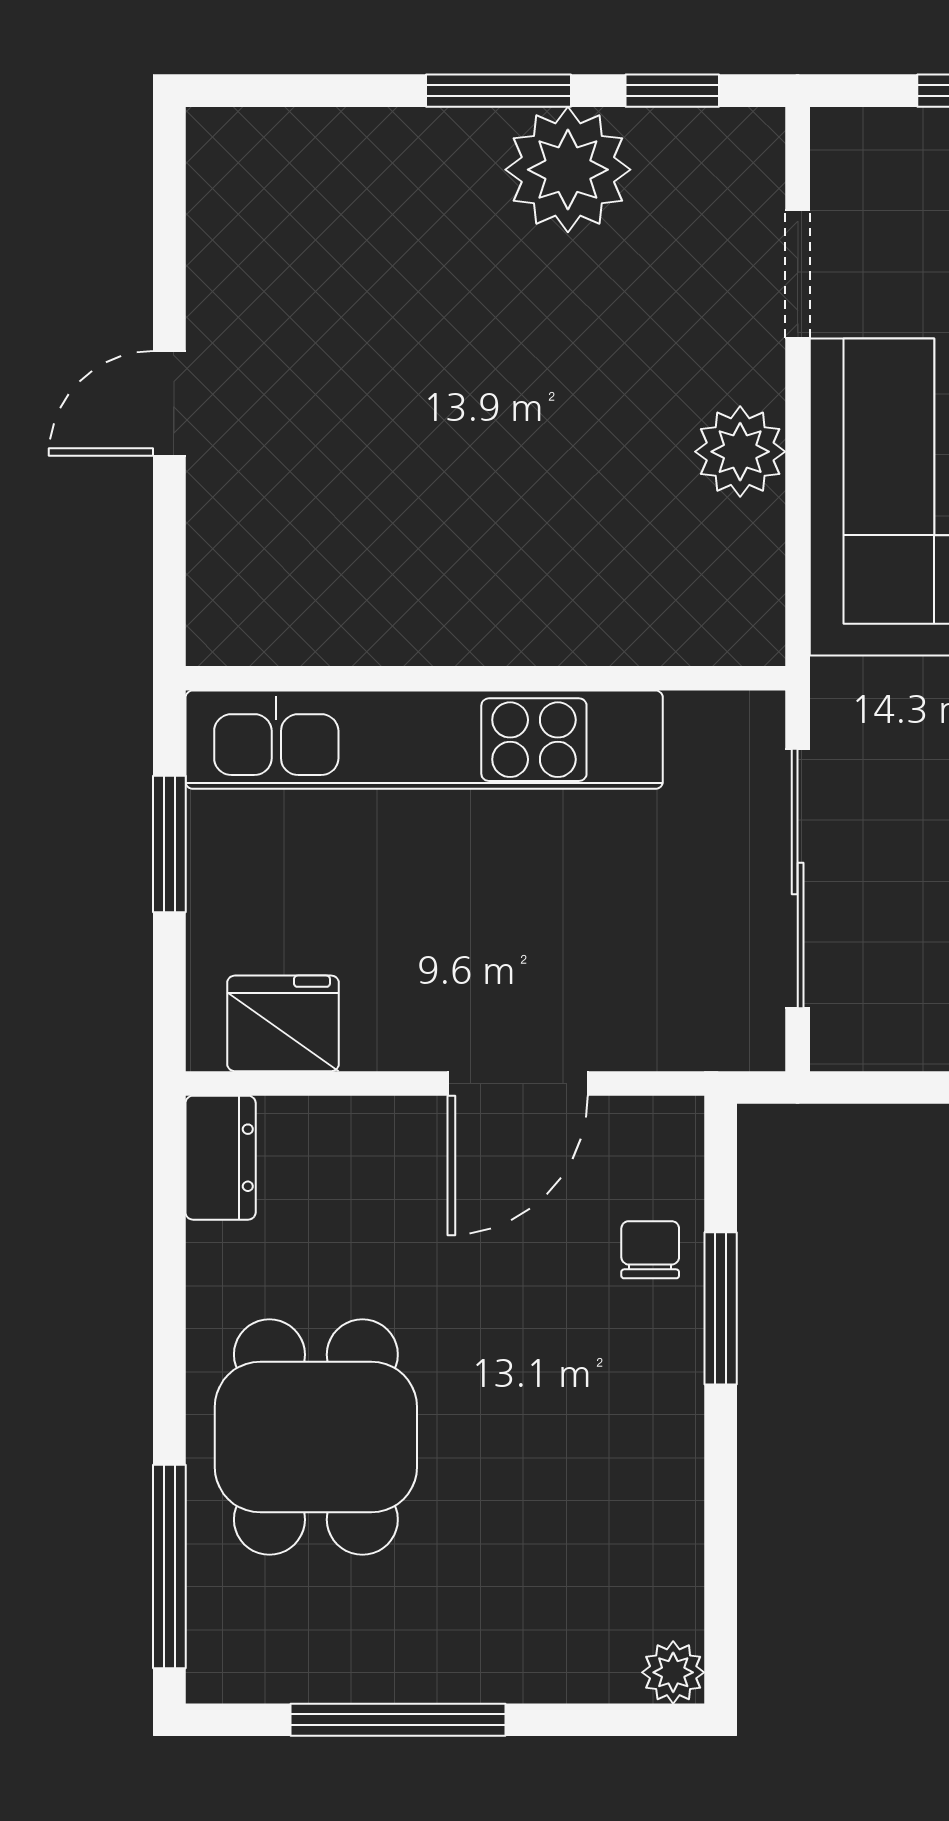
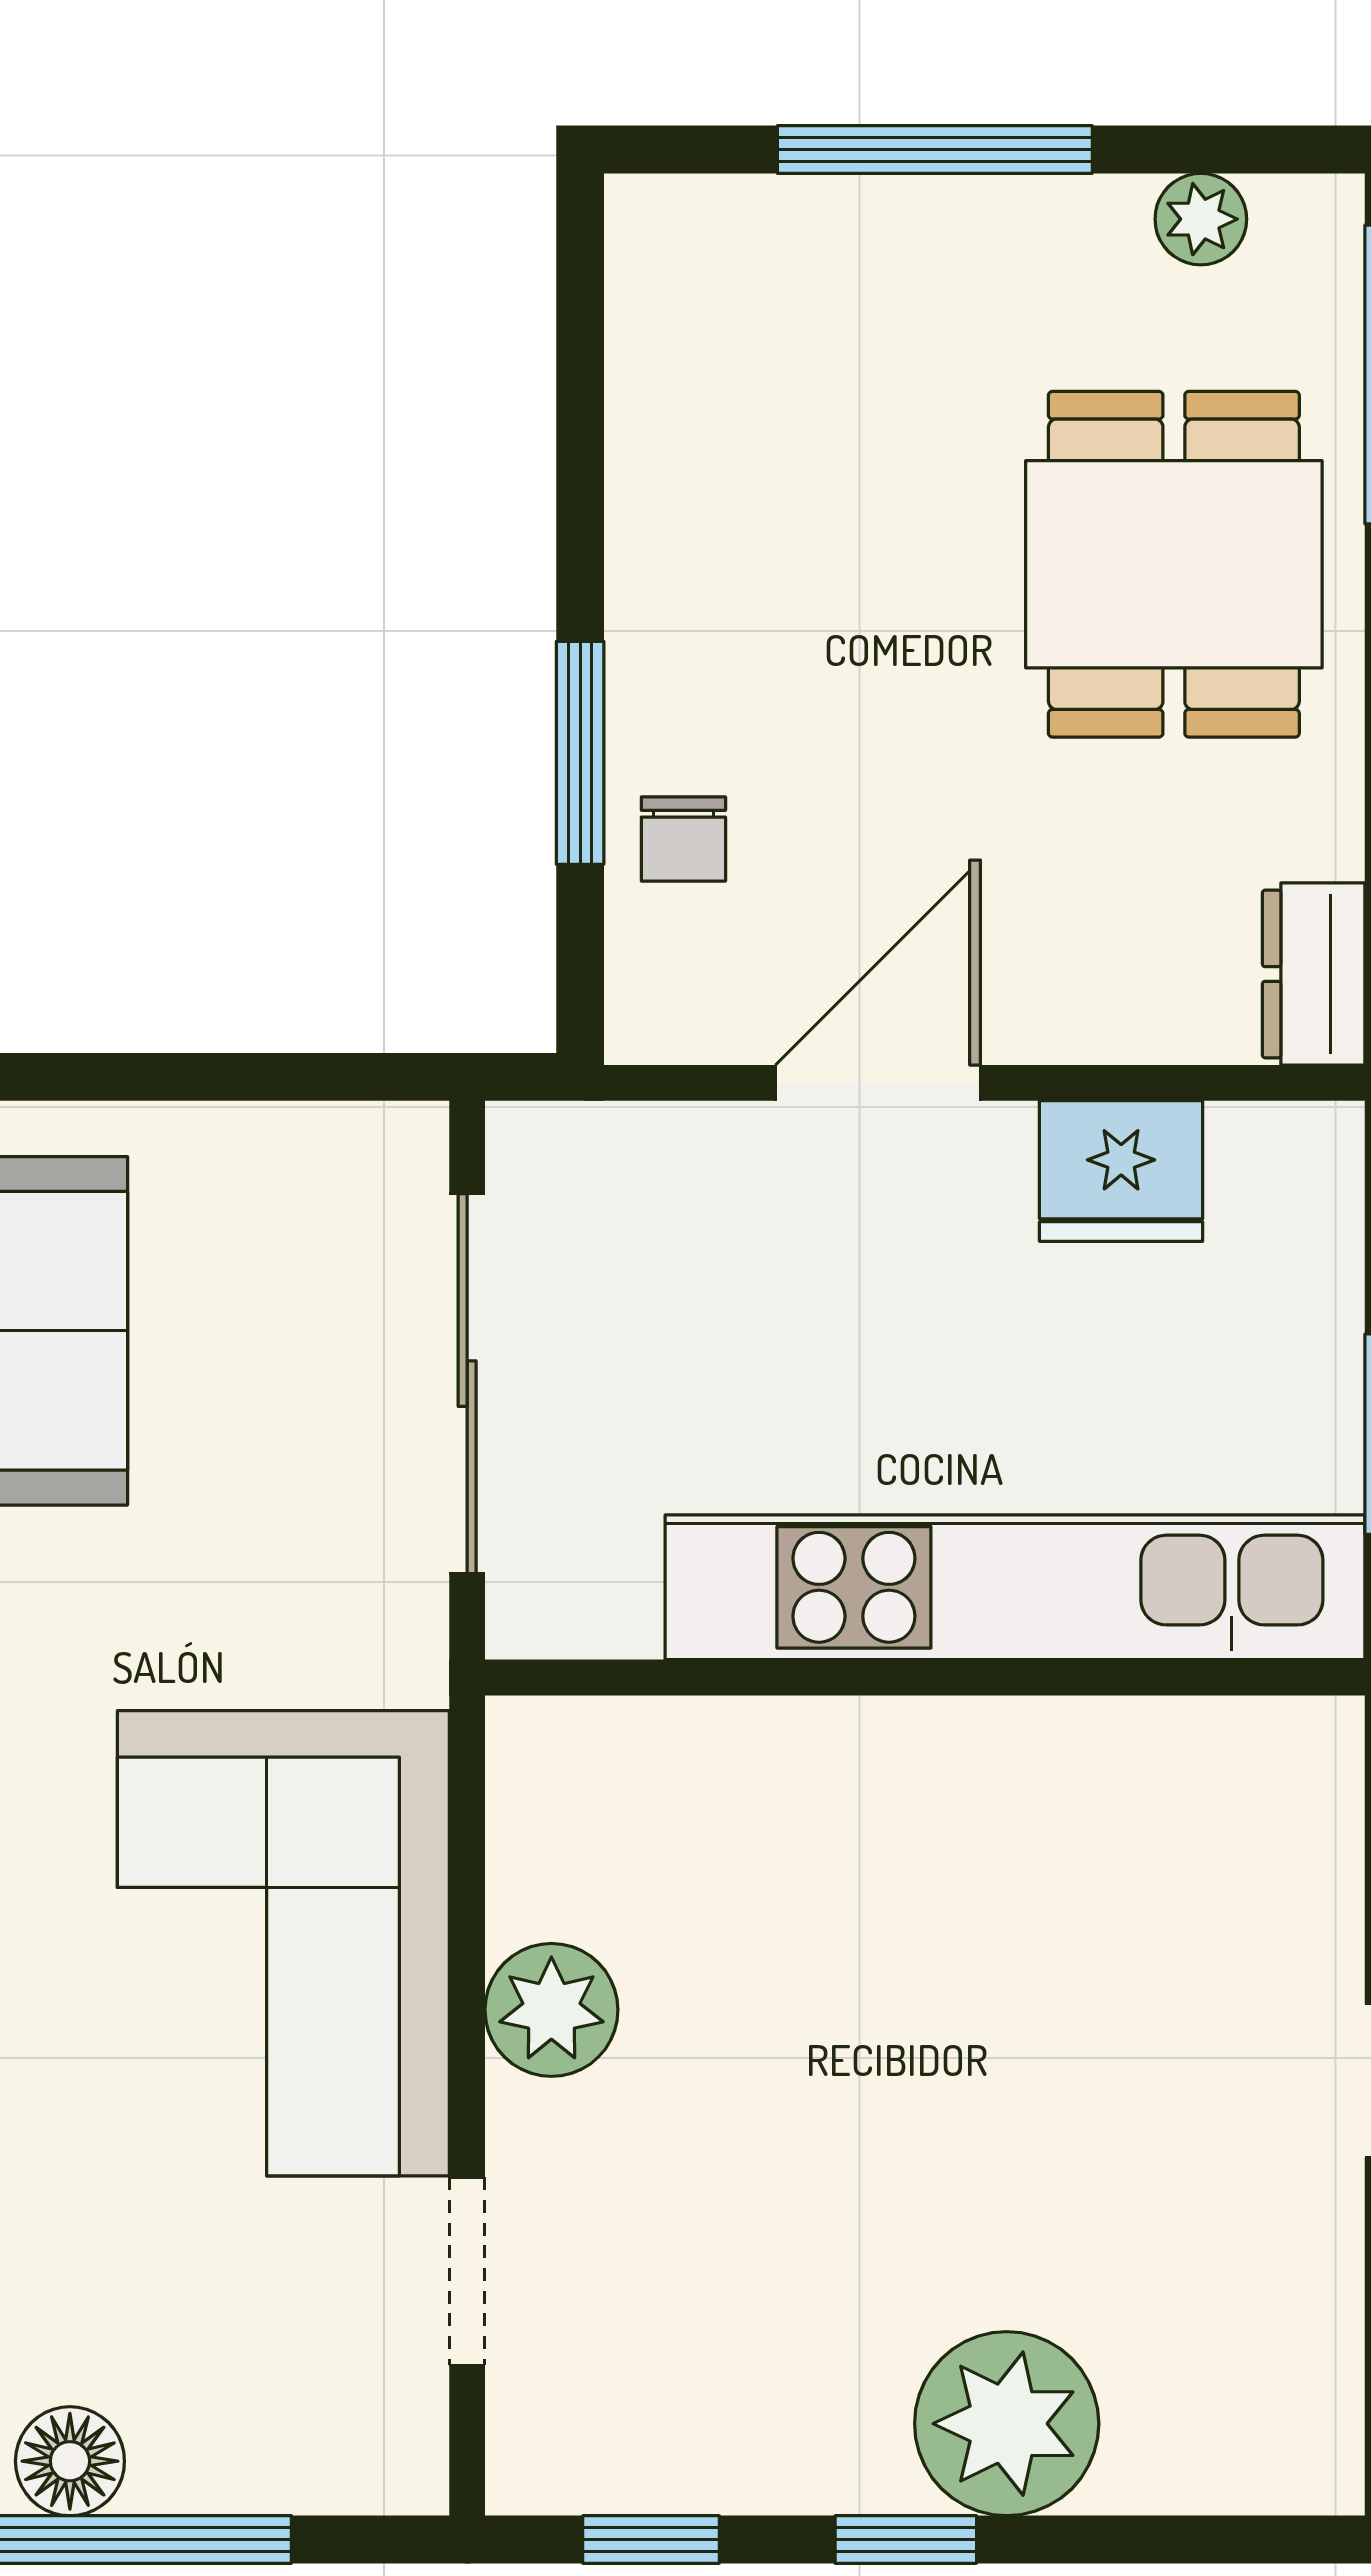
window: (499, 91) -> (906, 2540), width x0.67
plant: (568, 170) -> (1007, 2424), moved
fridge: (283, 1023) -> (1121, 1171), moved
plant: (673, 1672) -> (1201, 219), moved
window: (398, 1720) -> (935, 149), moved

